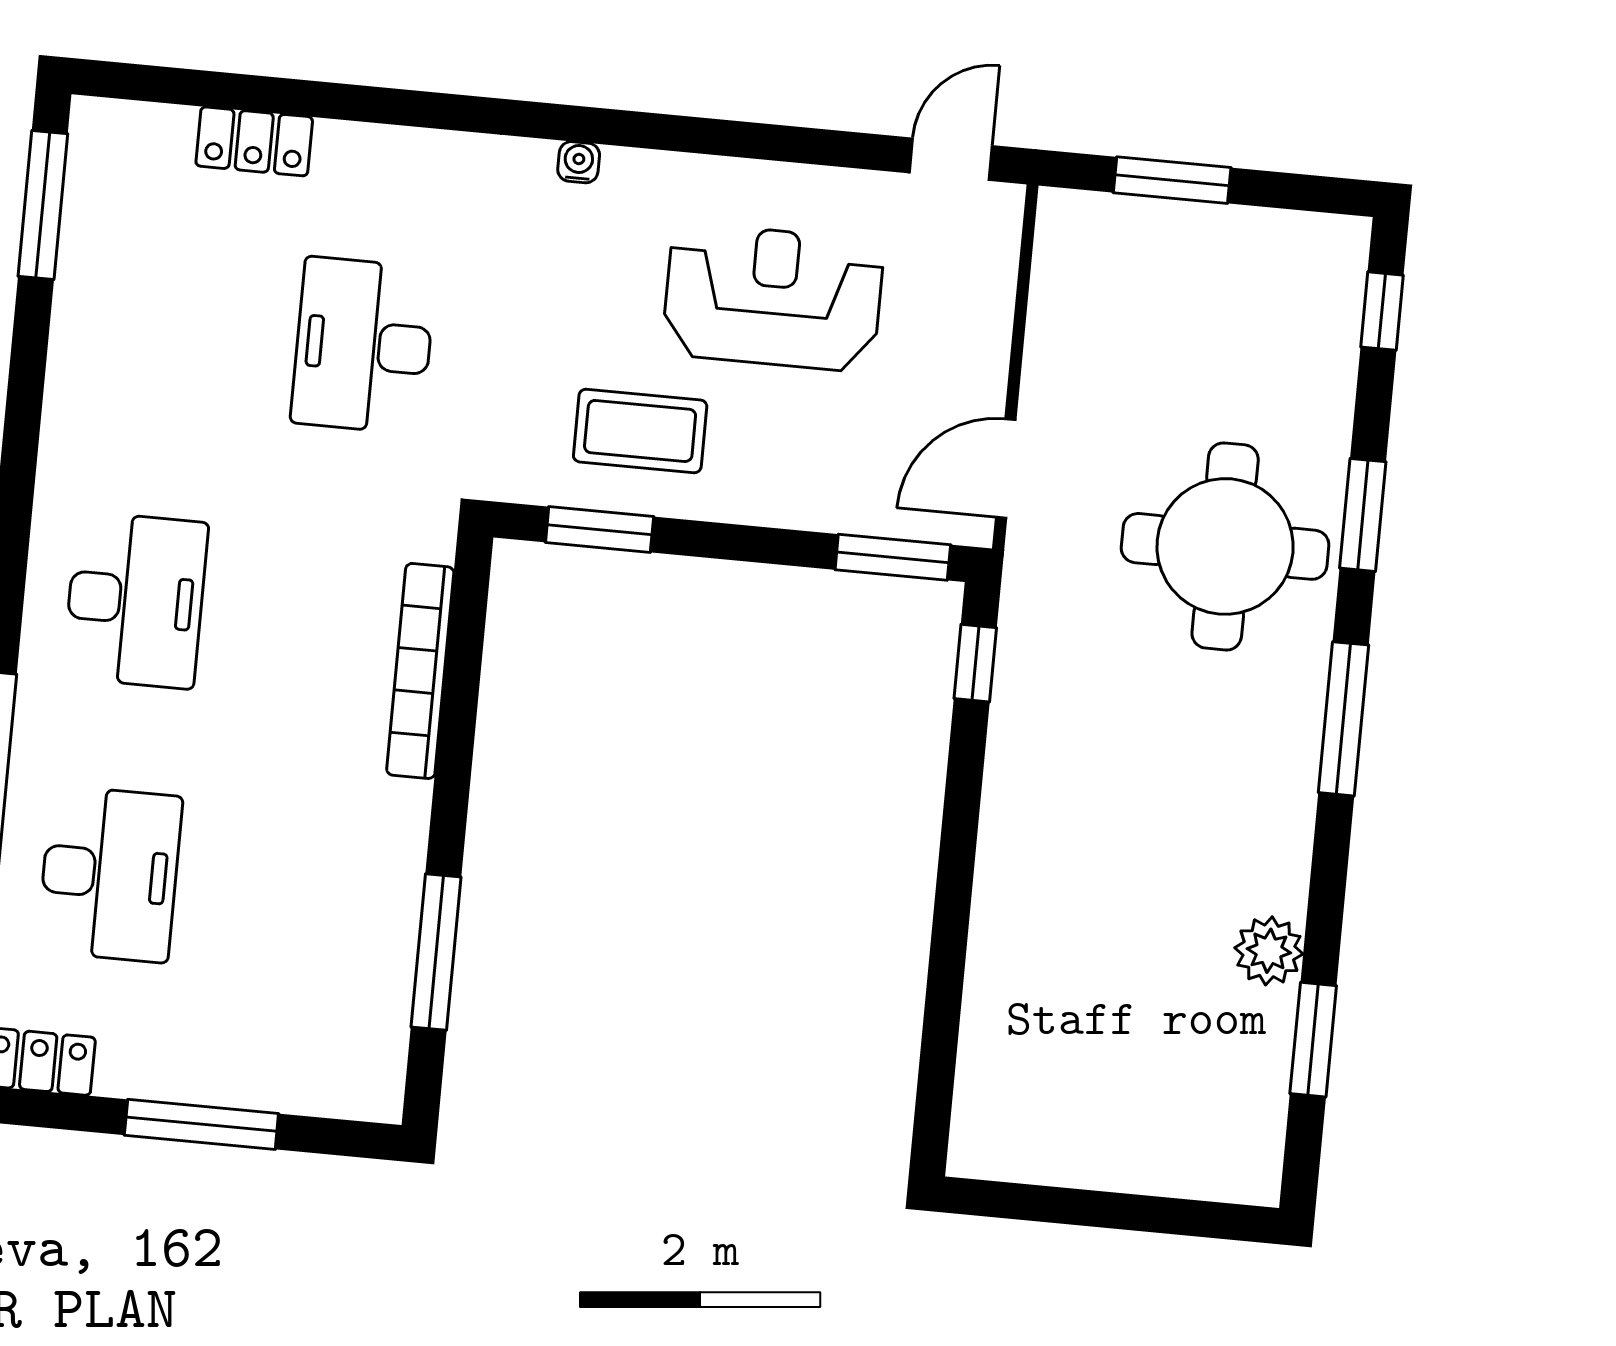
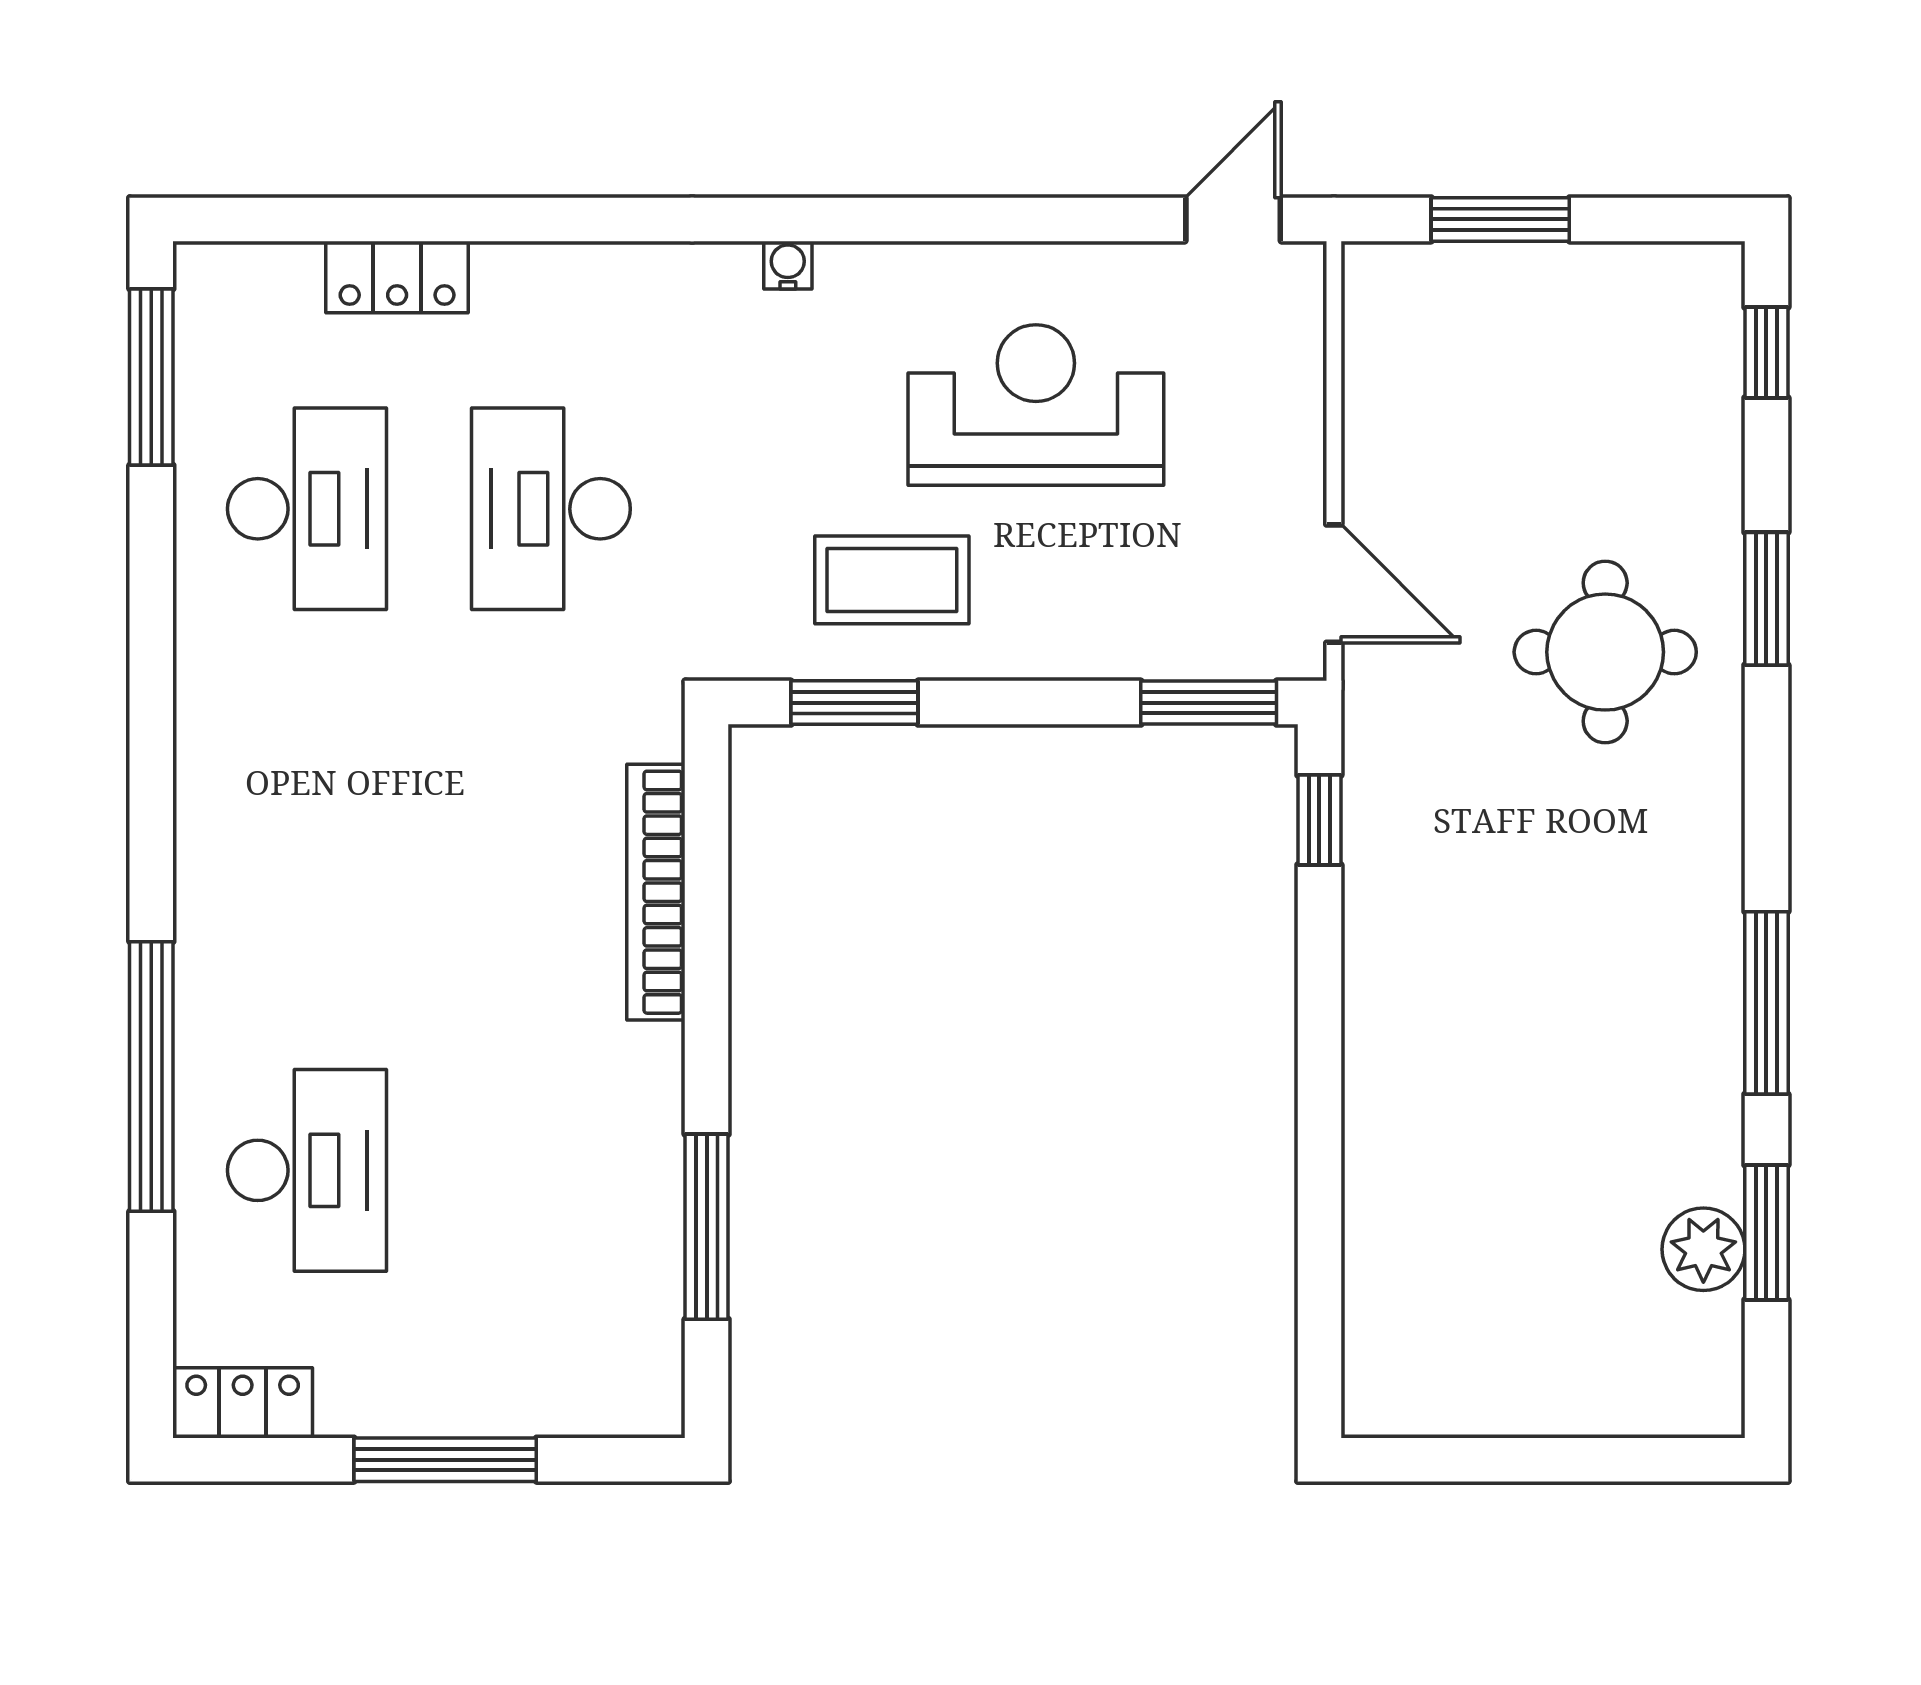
door: (1006, 469) -> (1334, 584), swing flipped
round table: (1225, 546) -> (1605, 652), width x0.73, depth x0.73
desk: (136, 600) -> (307, 509), moved
window: (1343, 719) -> (1766, 1003), moved
plant: (1269, 951) -> (1703, 1249), moved

